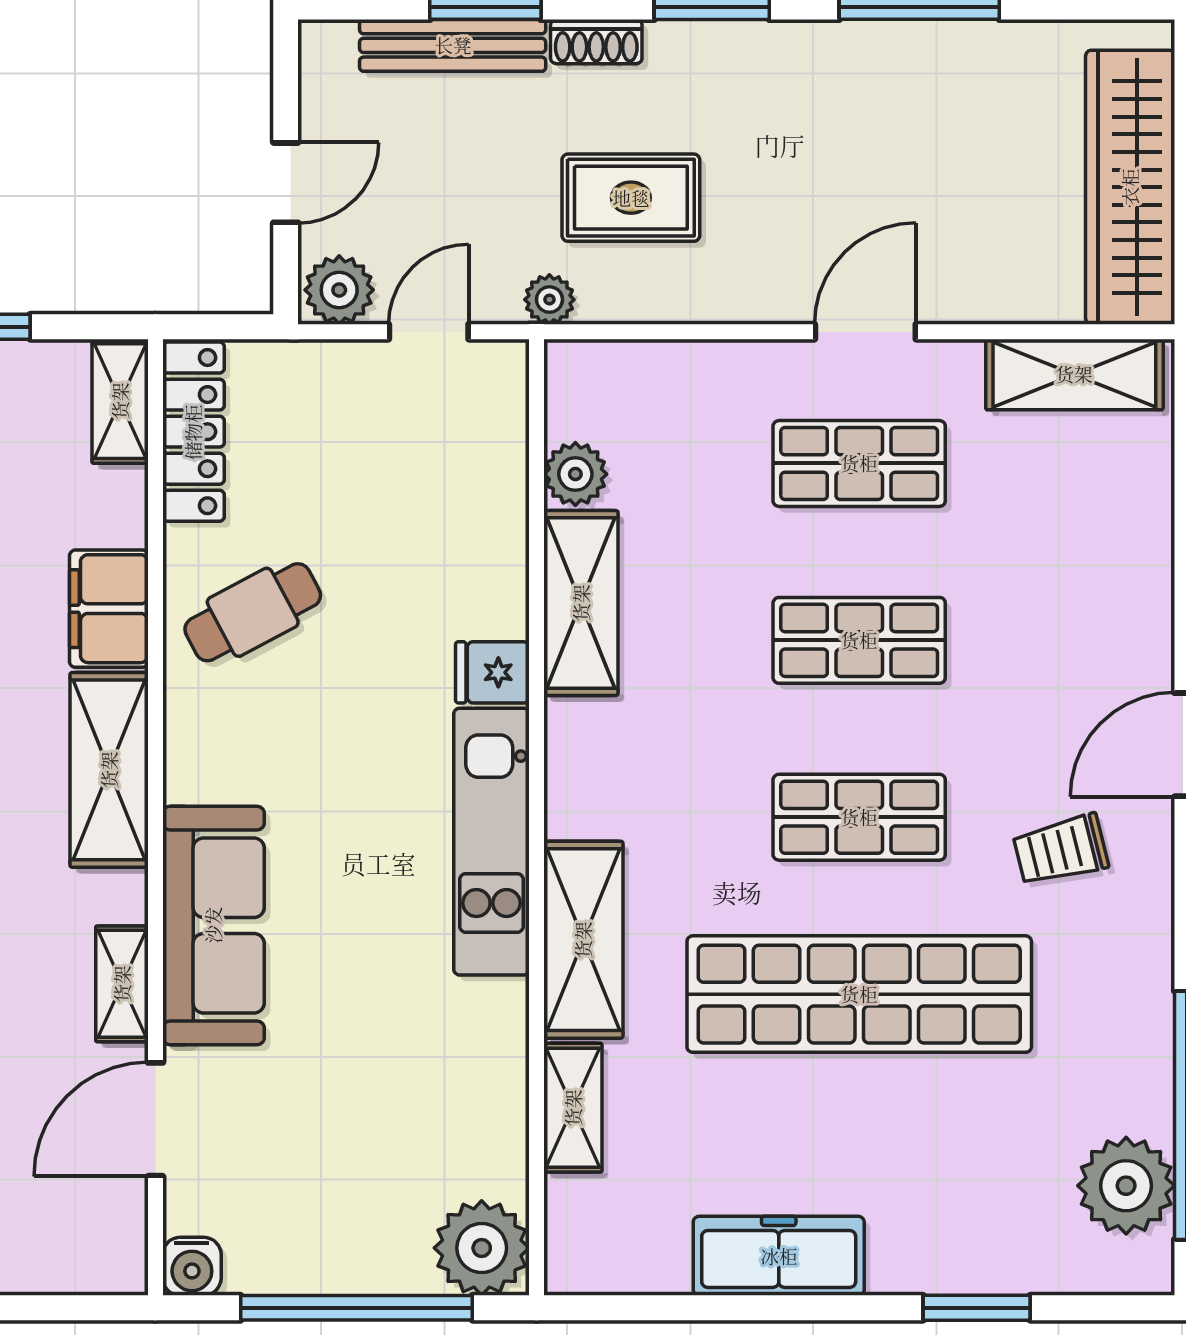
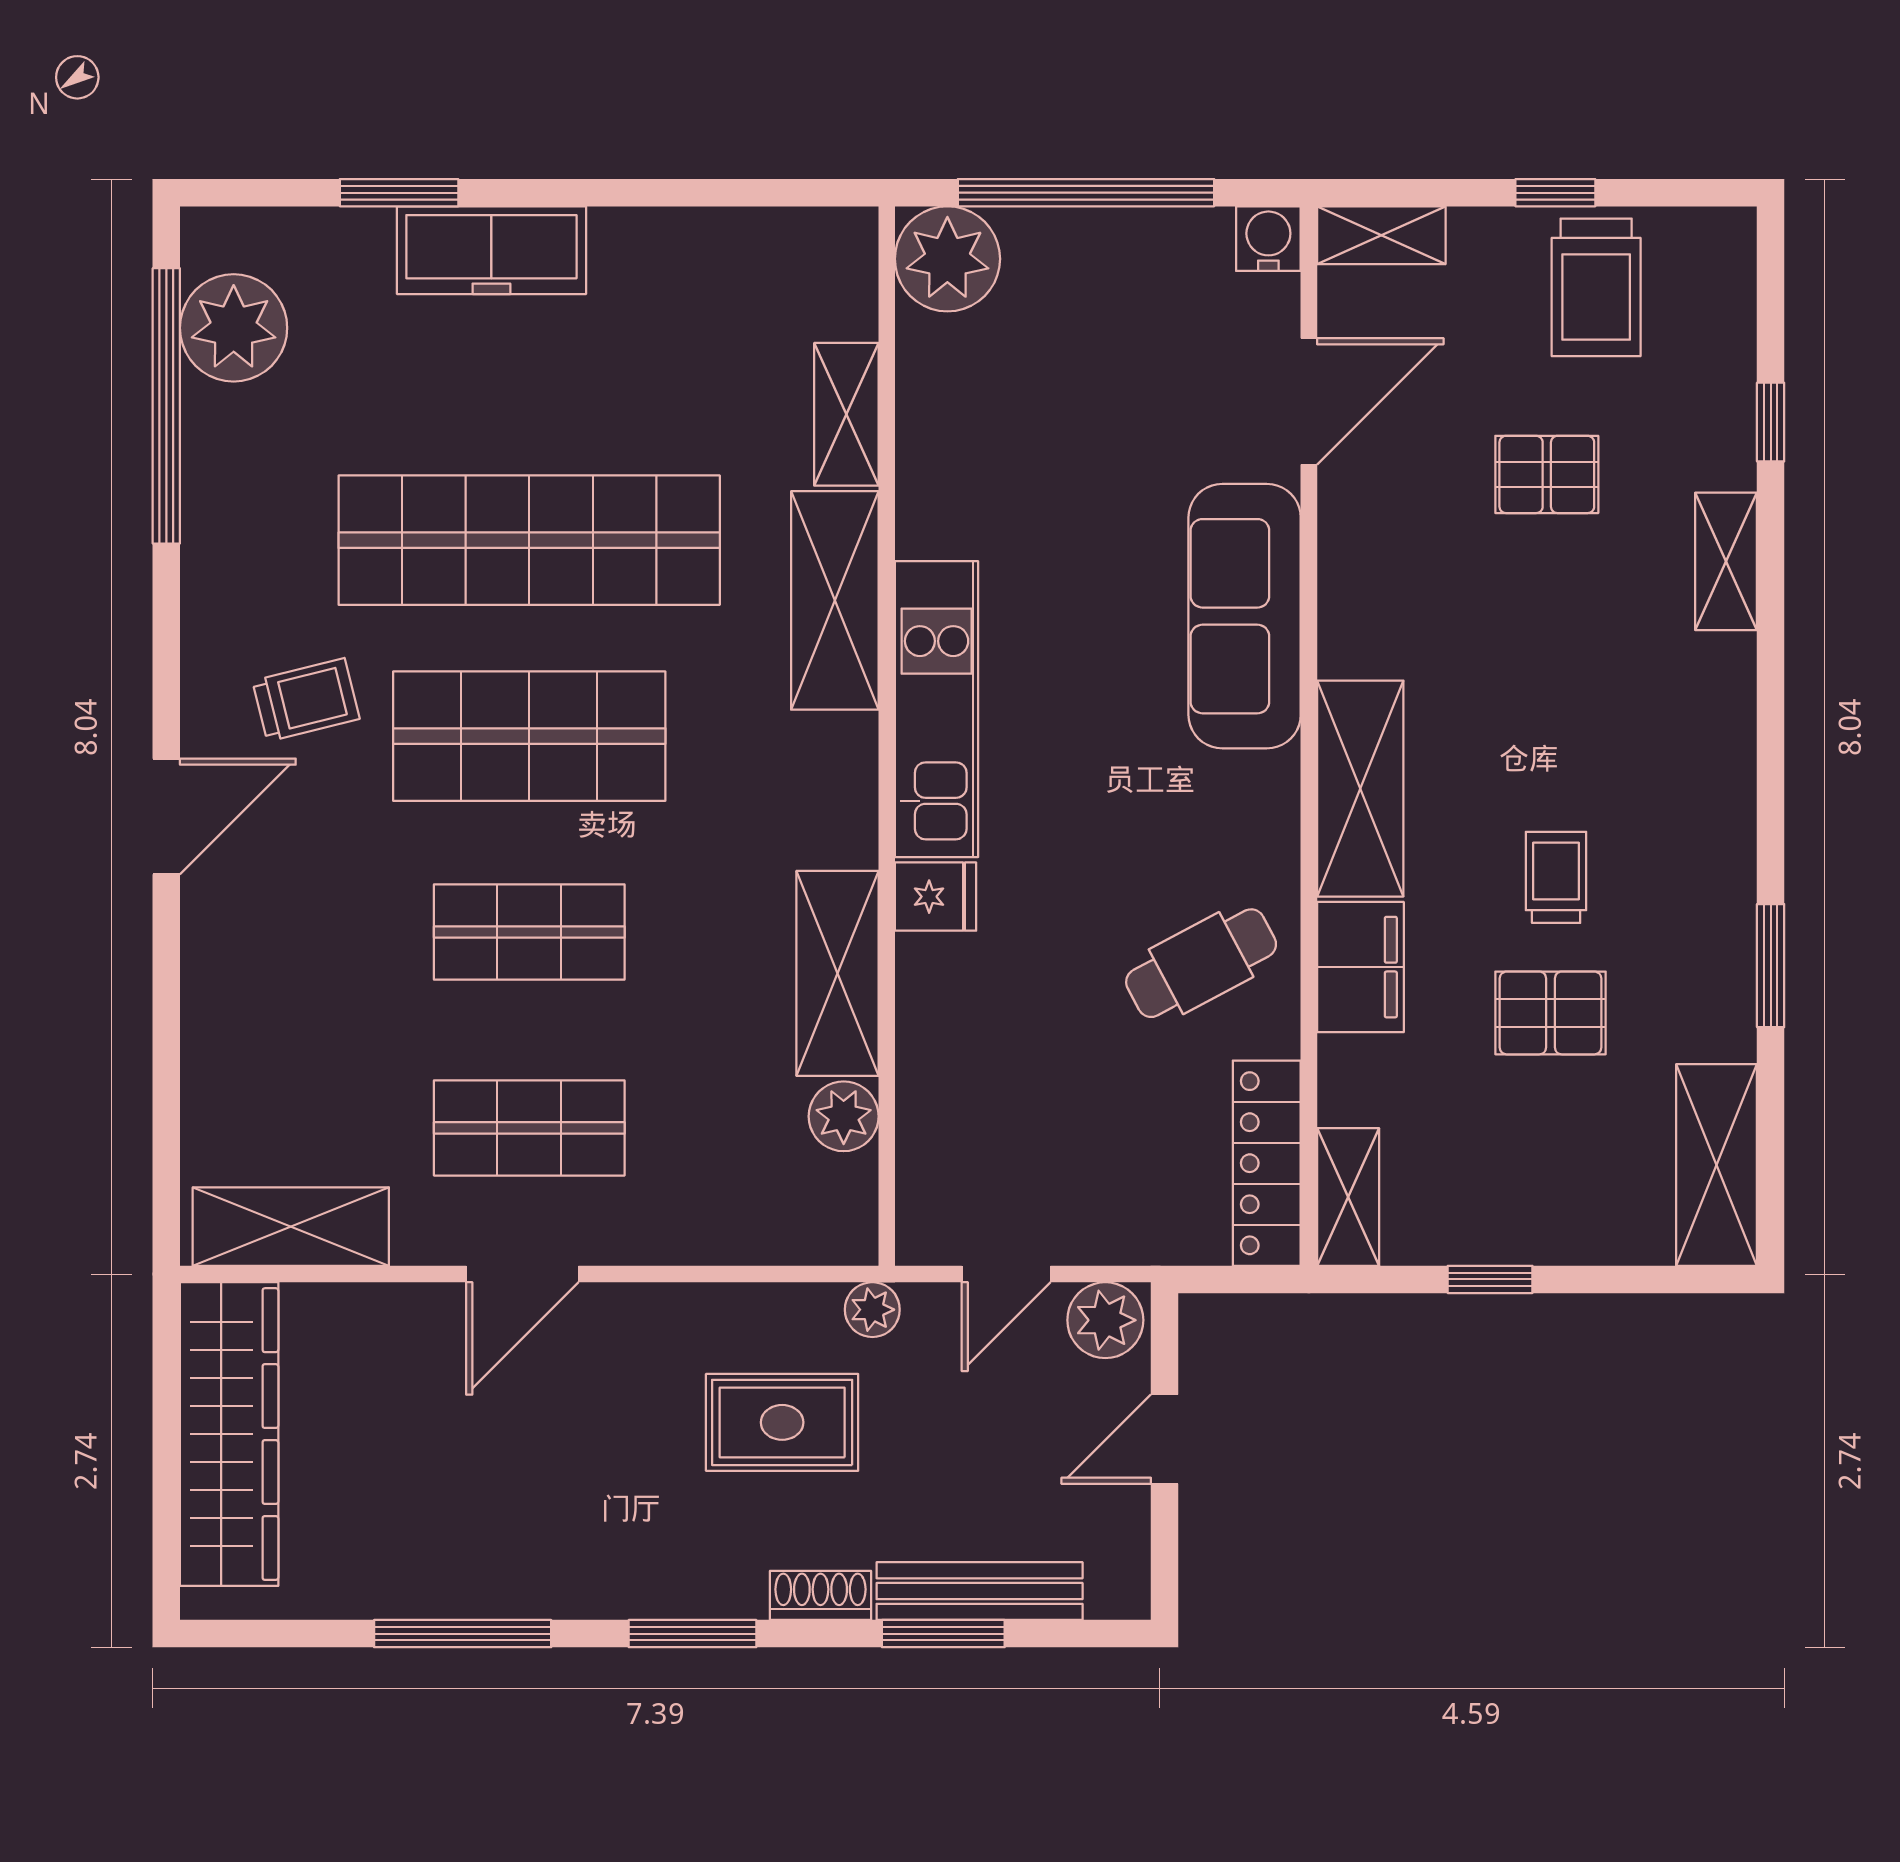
shop shelf: (859, 817) -> (529, 736), width x1.43, depth x1.36
shelving: (122, 984) -> (1381, 235), moved, turned 90
freezer: (779, 1256) -> (491, 250), moved

